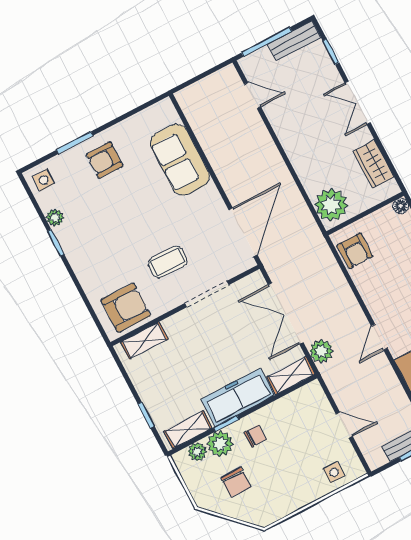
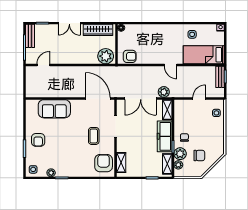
wardrobe: (374, 164) -> (98, 30), width x1.50

